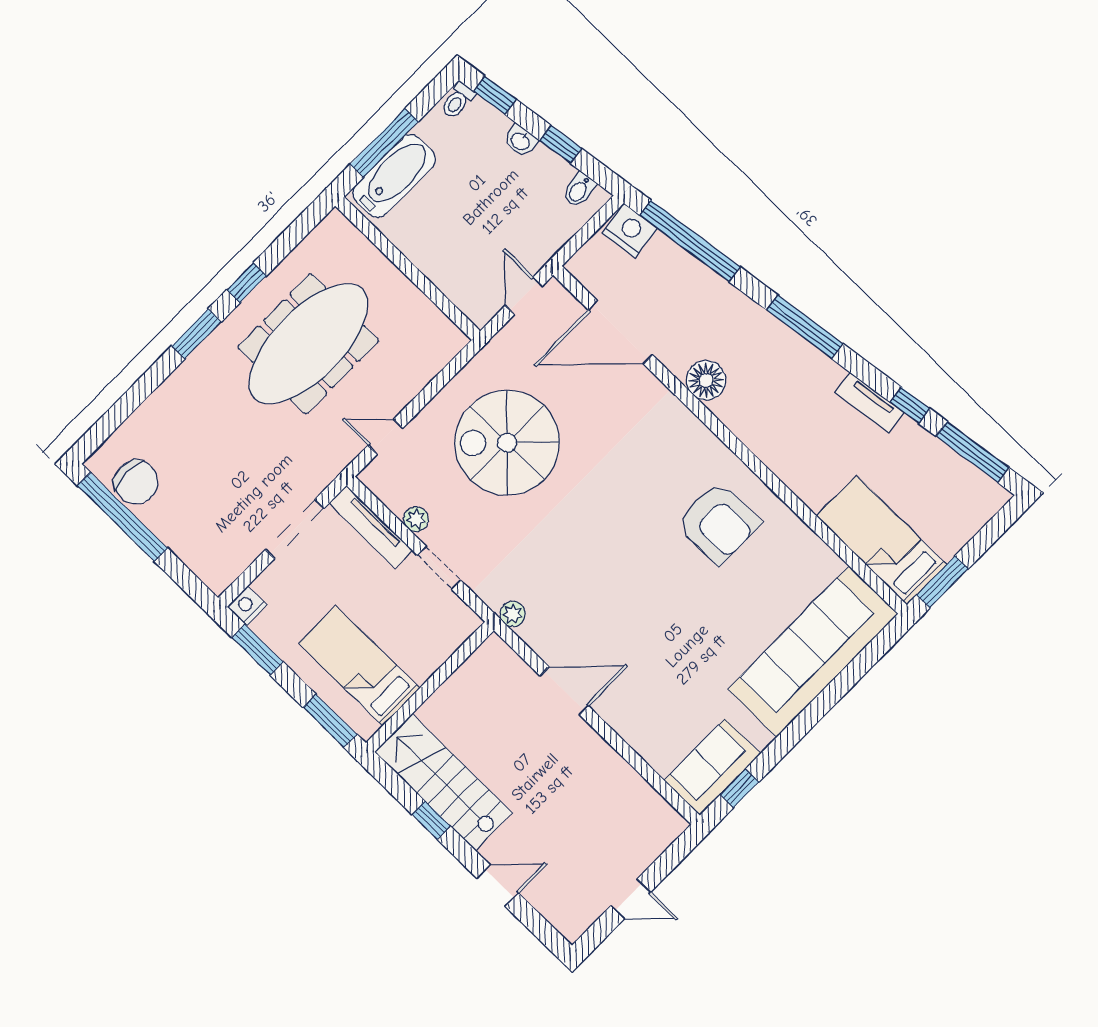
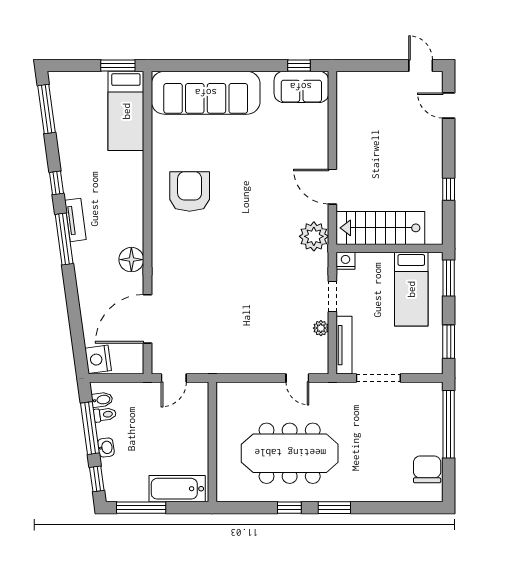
toilet: (458, 101) -> (105, 415), moved
window: (384, 143) -> (141, 508), moved
window: (561, 144) -> (90, 428), width x2.17
window: (690, 241) -> (76, 328), removed
door: (620, 332) -> (148, 319), swing flipped
tv unit: (869, 402) -> (75, 220), moved
window: (910, 405) -> (57, 183), moved
spiral stairs: (507, 443) -> (247, 321), removed
window: (122, 517) -> (449, 424), moved
nightstand: (247, 606) -> (346, 261), moved, turned 180
plant: (513, 614) -> (314, 236), width x1.88, depth x1.88
stairs: (443, 782) -> (380, 228), moved, turned 90
door: (498, 886) -> (449, 105), moved
door: (631, 899) -> (421, 65), moved

